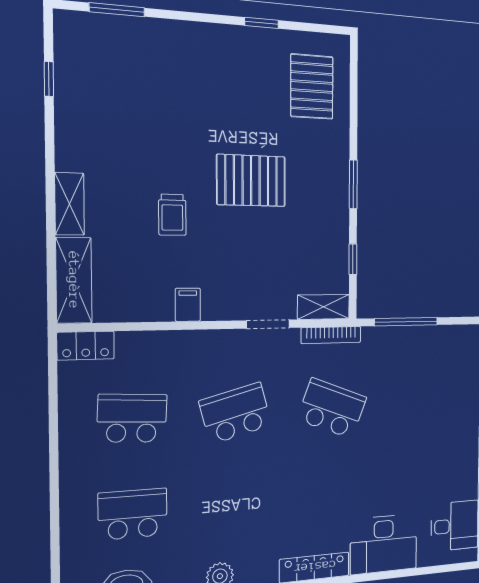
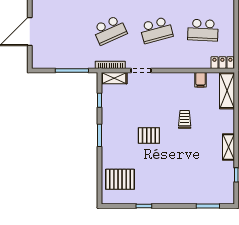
pallet: (312, 87) -> (120, 179), turned 90
pallet: (251, 181) -> (149, 135), width x0.67, depth x0.71
shelving: (70, 204) -> (228, 147), moved
filing cabinet: (188, 305) -> (201, 80), moved
school desk: (332, 408) -> (110, 30), turned -45

